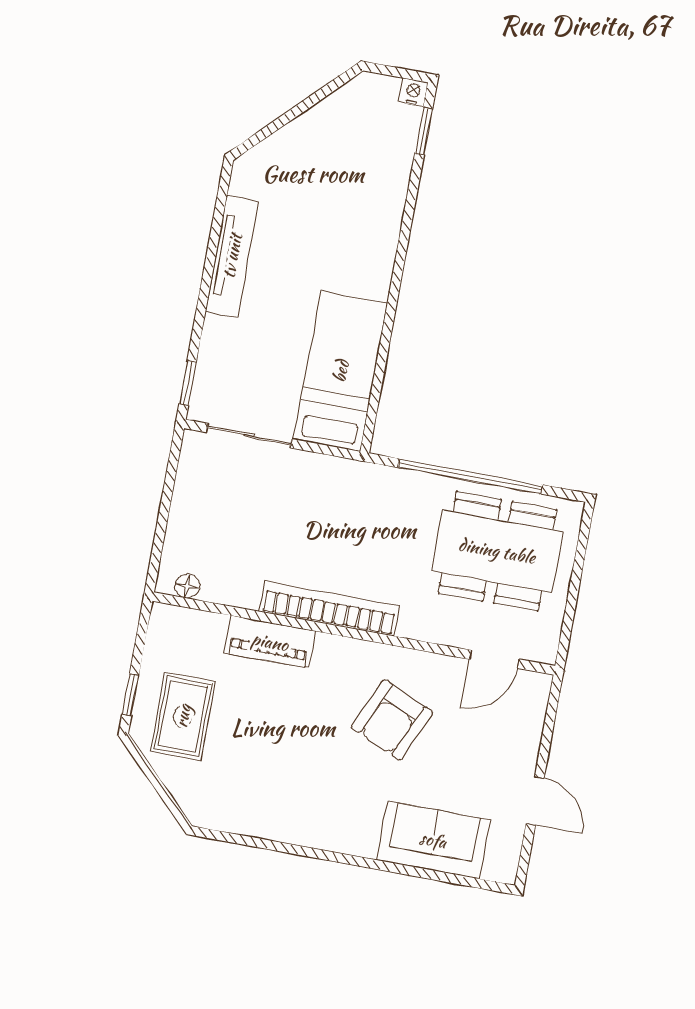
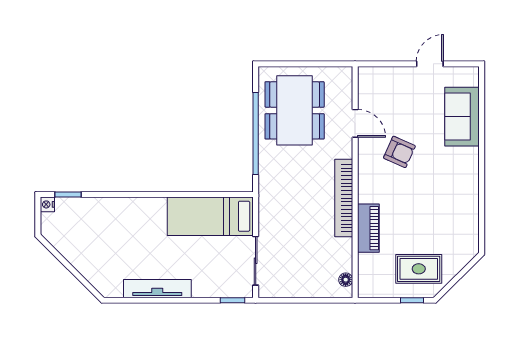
door: (494, 659) -> (355, 123), moved
armchair: (392, 720) -> (399, 152), width x0.72, depth x0.72

